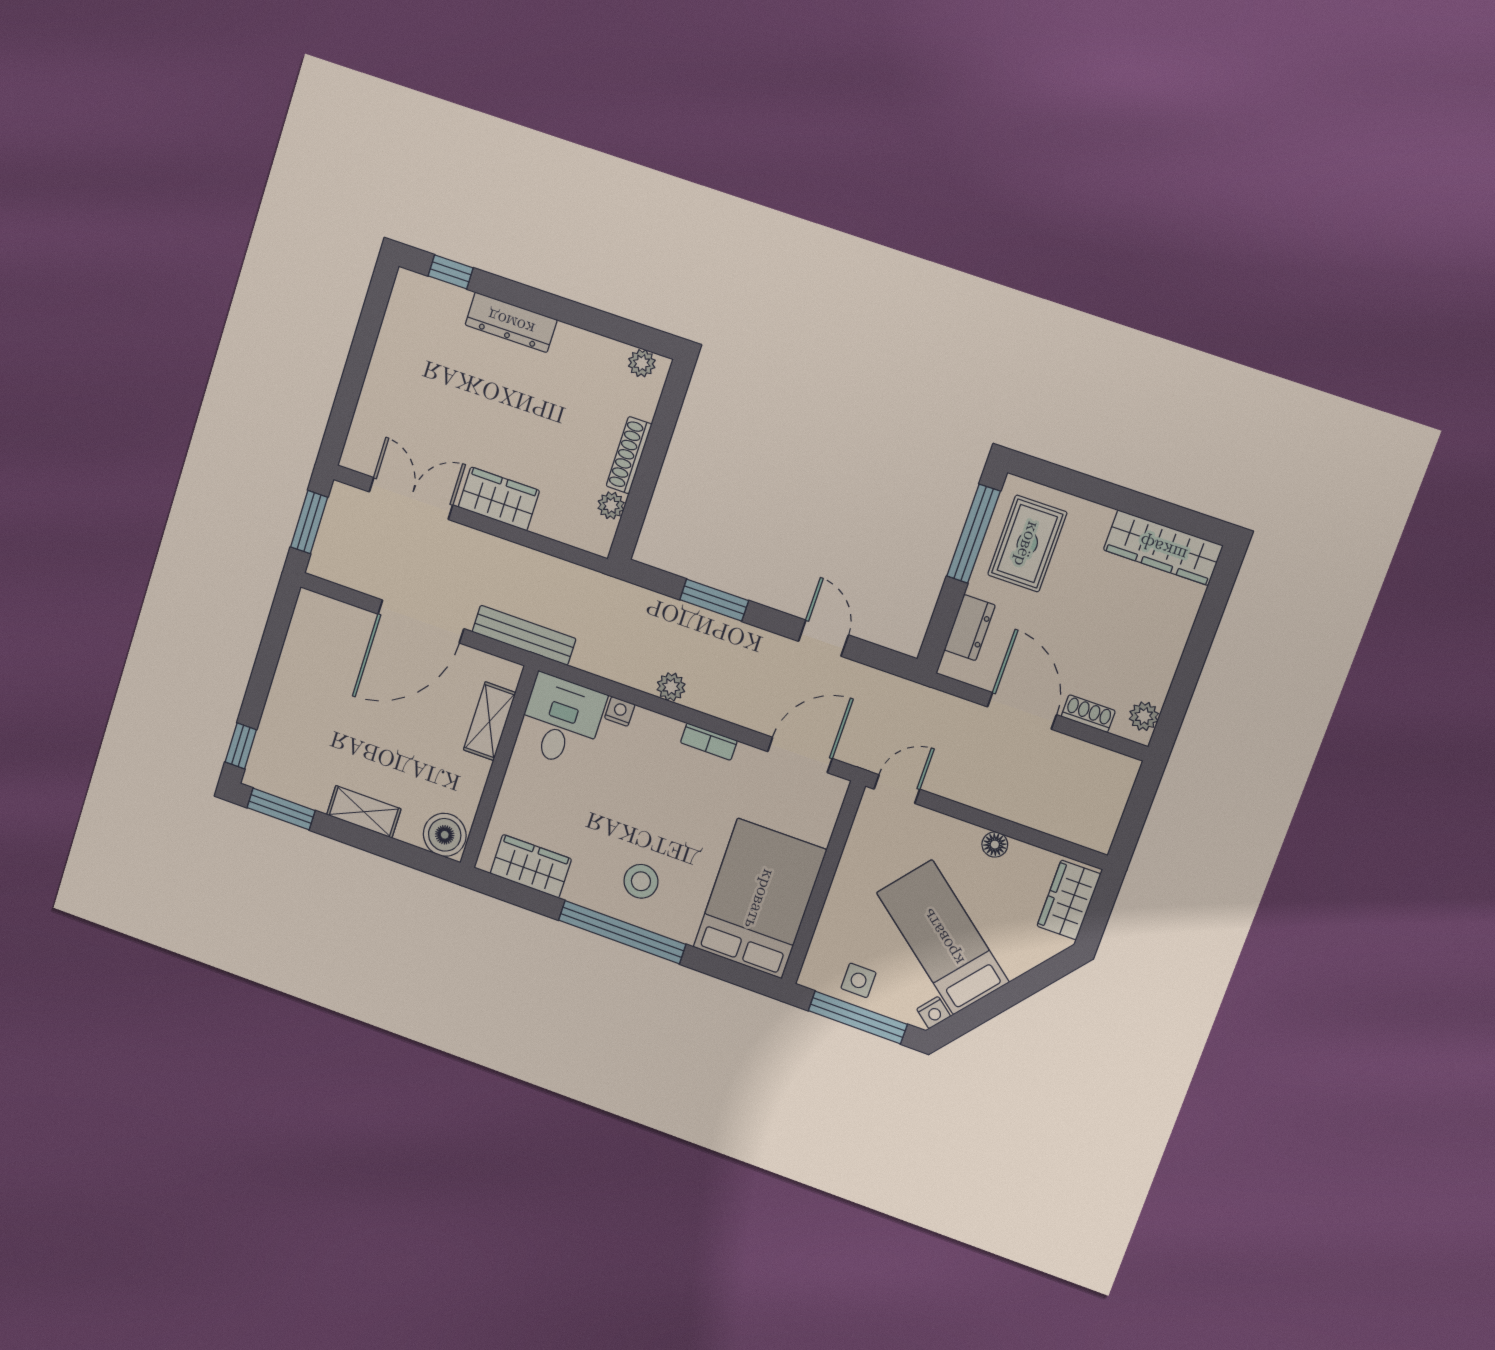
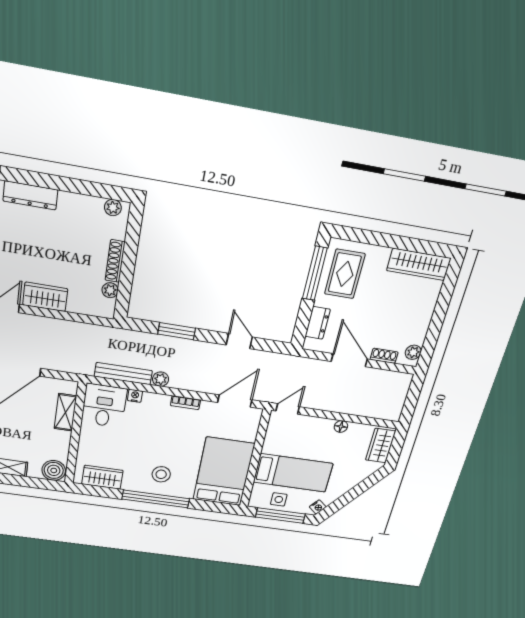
bench: (524, 635) -> (123, 374), moved
bed: (943, 937) -> (293, 473), moved, turned 141

